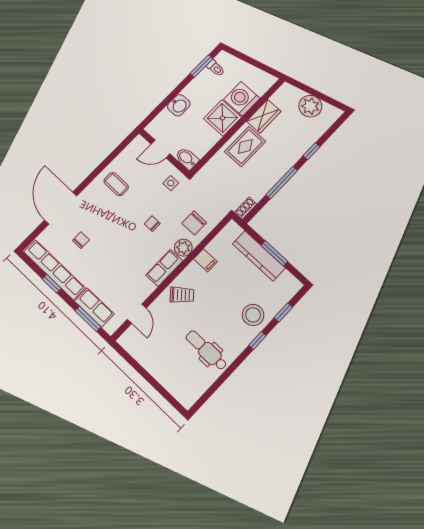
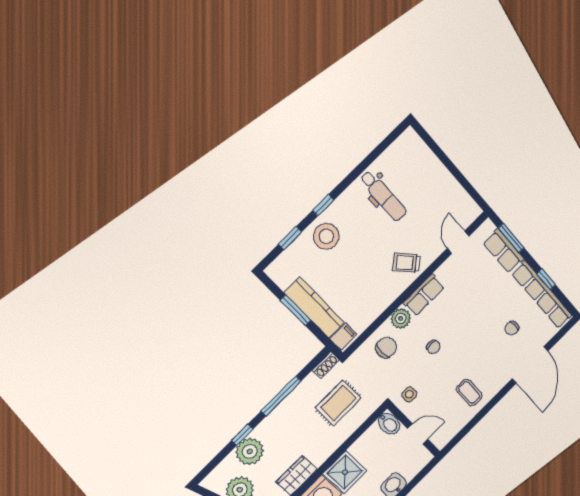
plant: (304, 137) -> (250, 451), added
rug: (245, 146) -> (338, 403), moved
filing cabinet: (205, 260) -> (344, 337), moved, turned 90

